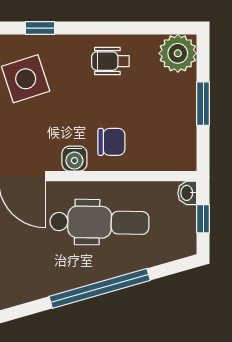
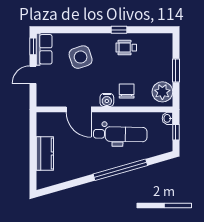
window: (40, 28) -> (119, 30), moved
plant: (178, 53) -> (162, 92), moved
chair: (111, 142) -> (127, 91), turned -90

